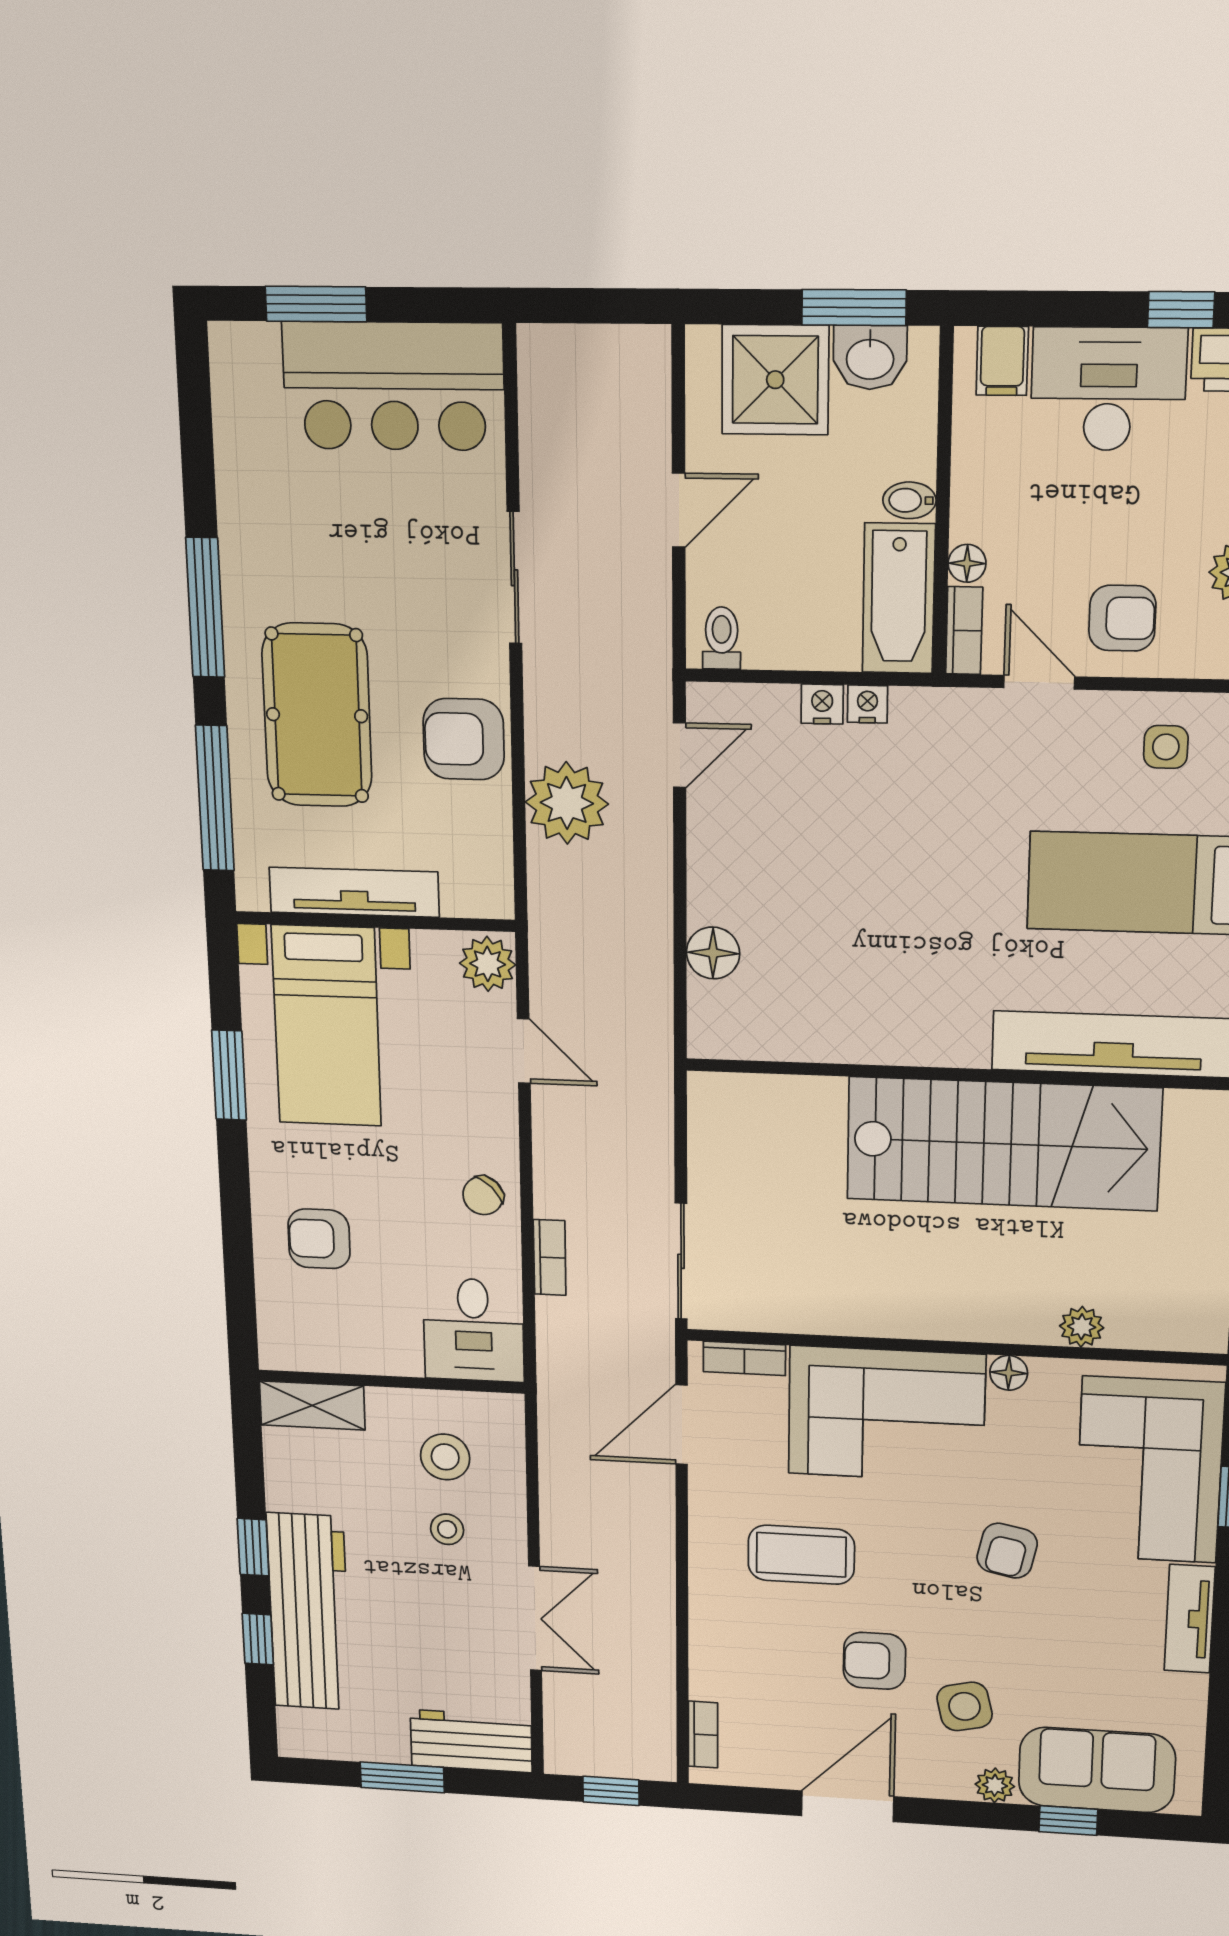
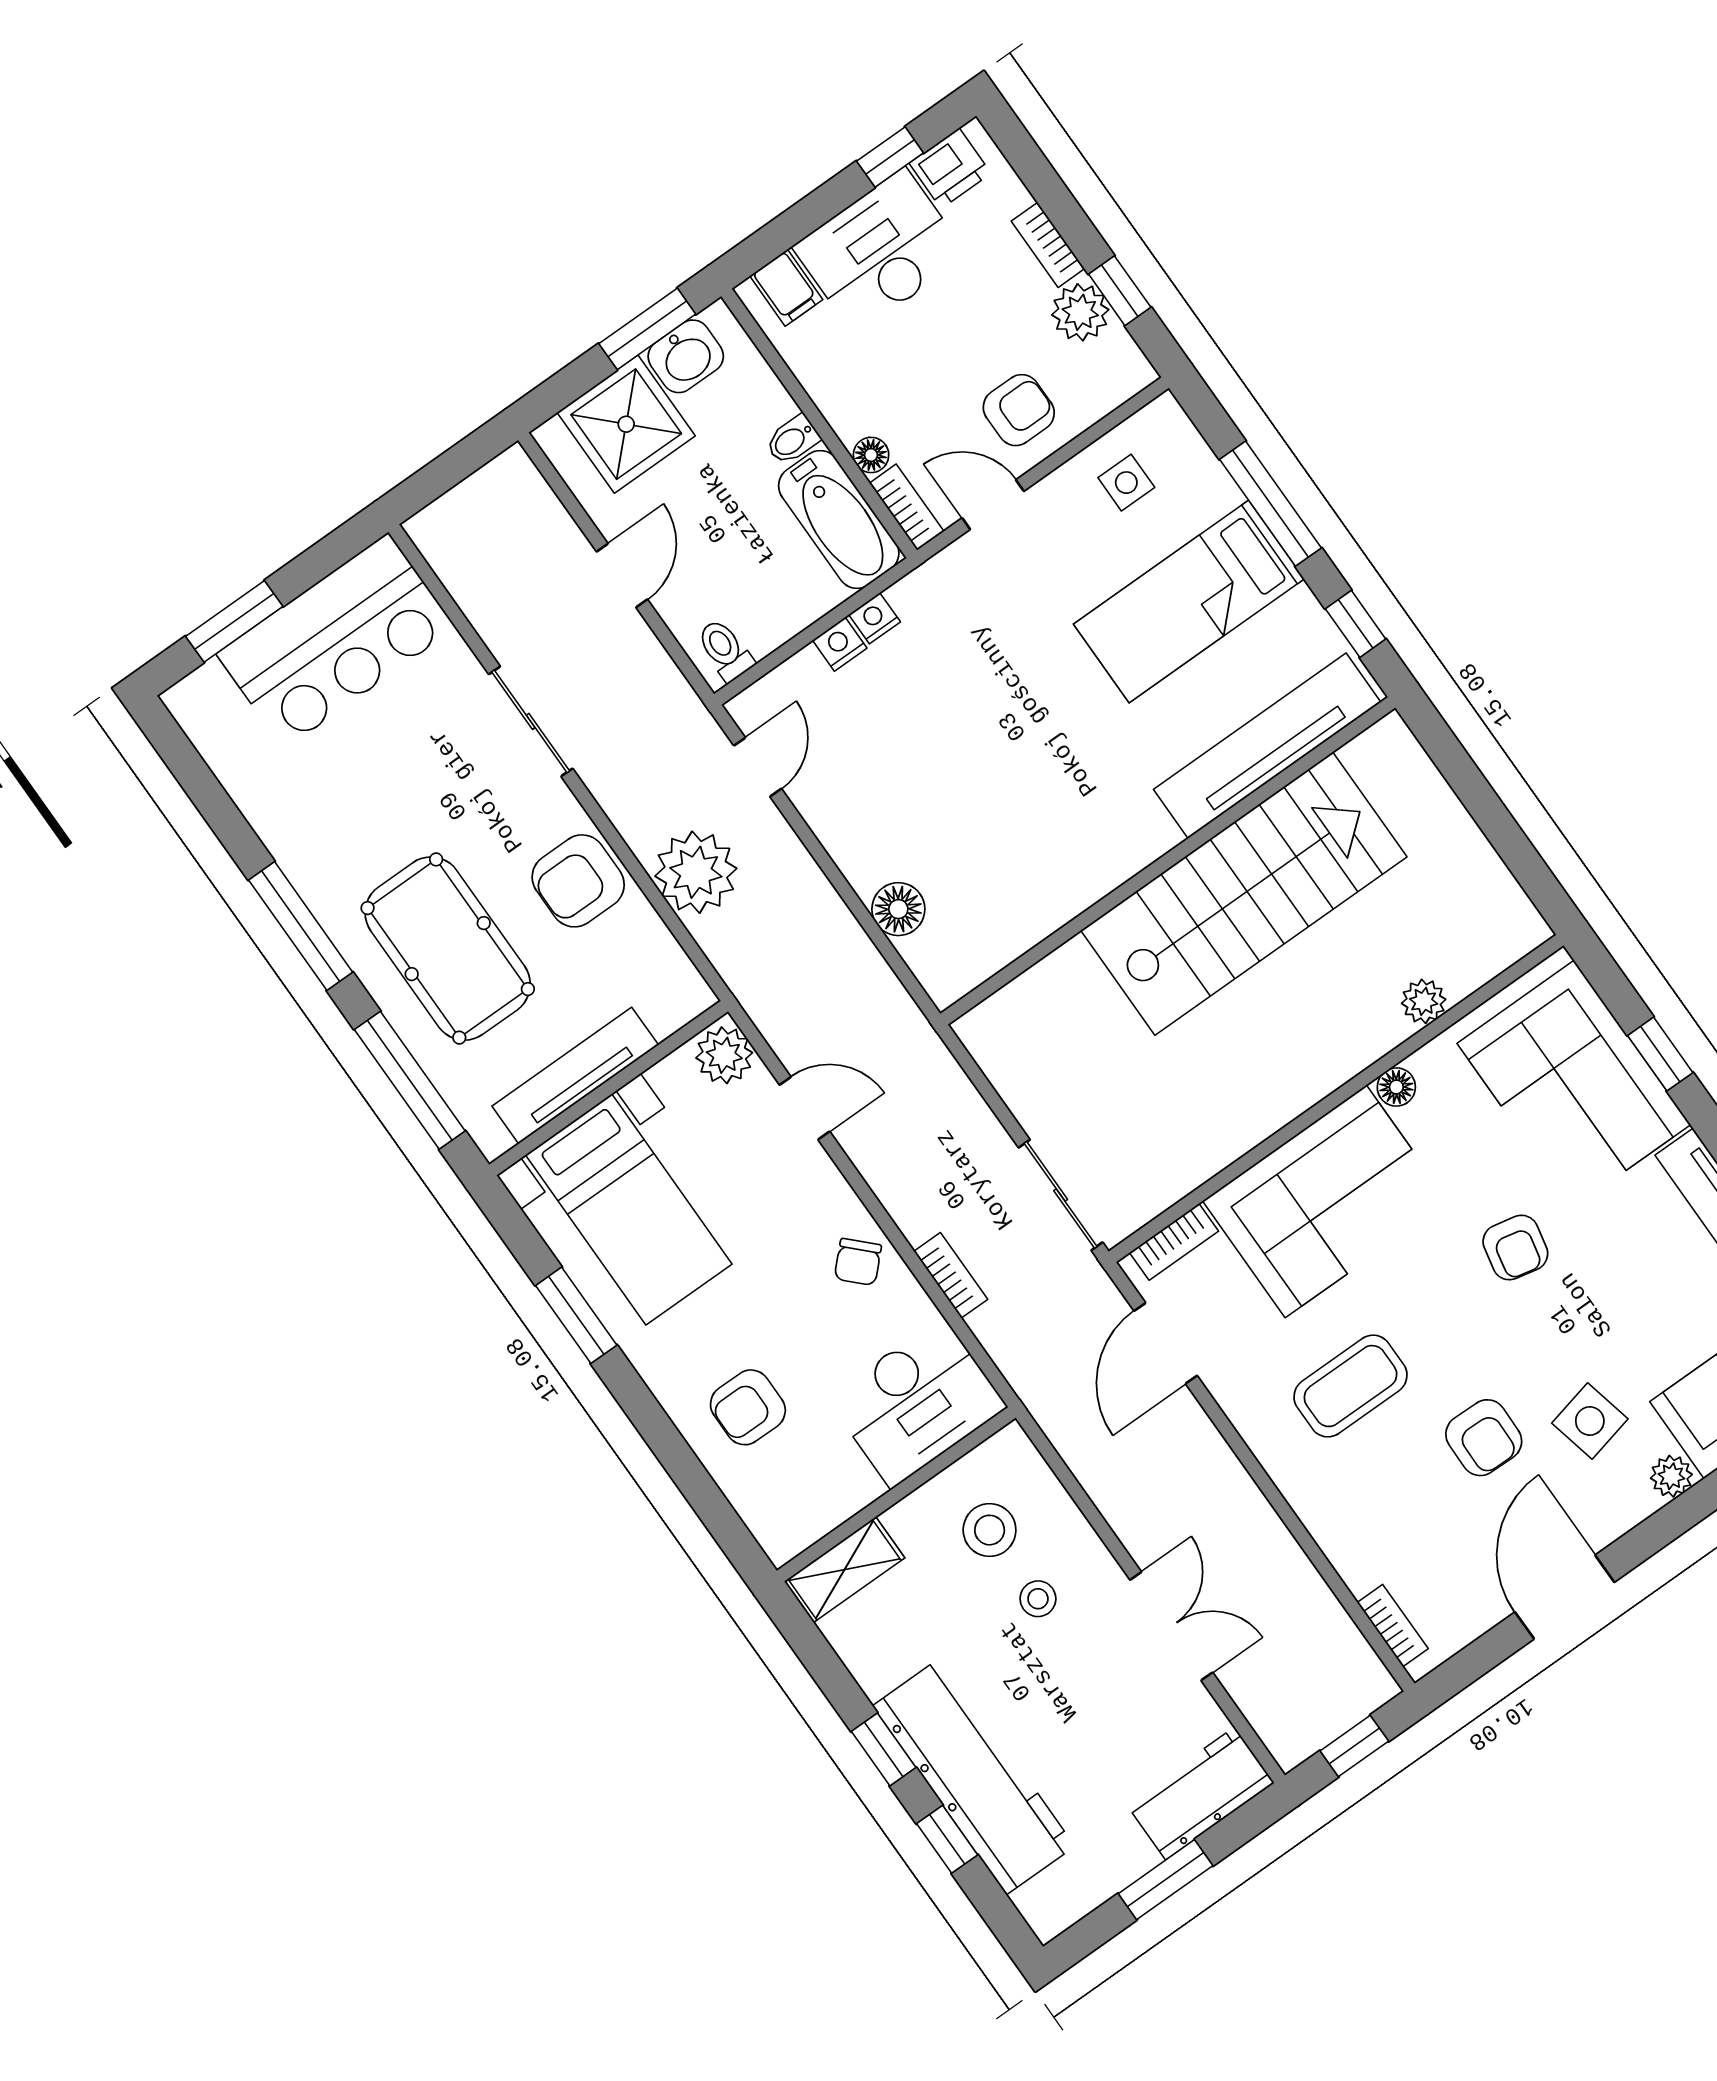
desk: (473, 1330) -> (917, 1403), width x1.37
armchair: (874, 1661) -> (1484, 1438), turned -89

